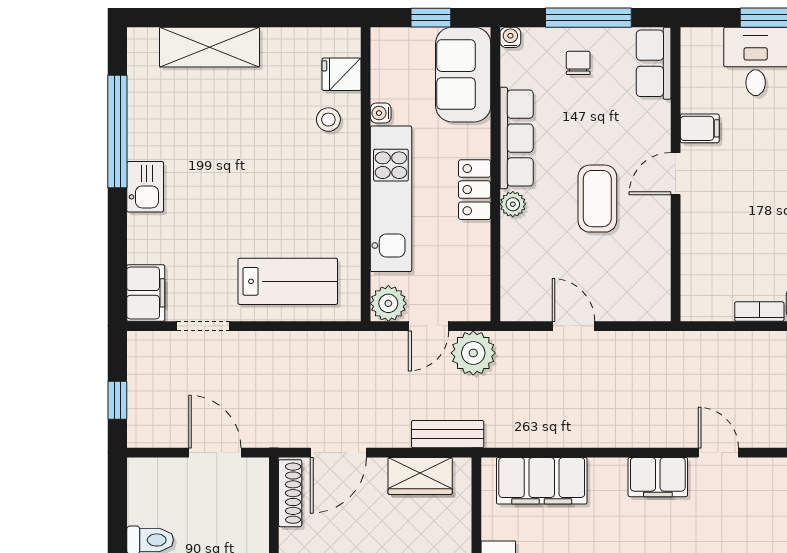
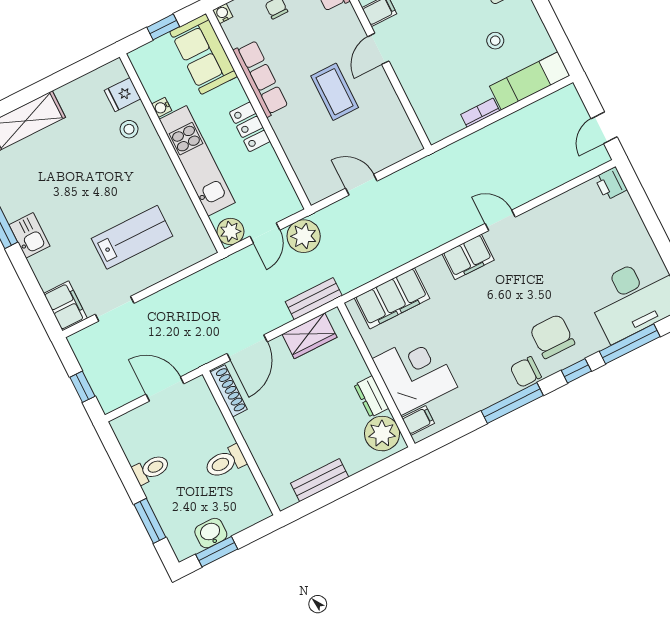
plant: (513, 204) -> (280, 124), removed
lab bench: (288, 281) -> (132, 237), moved

